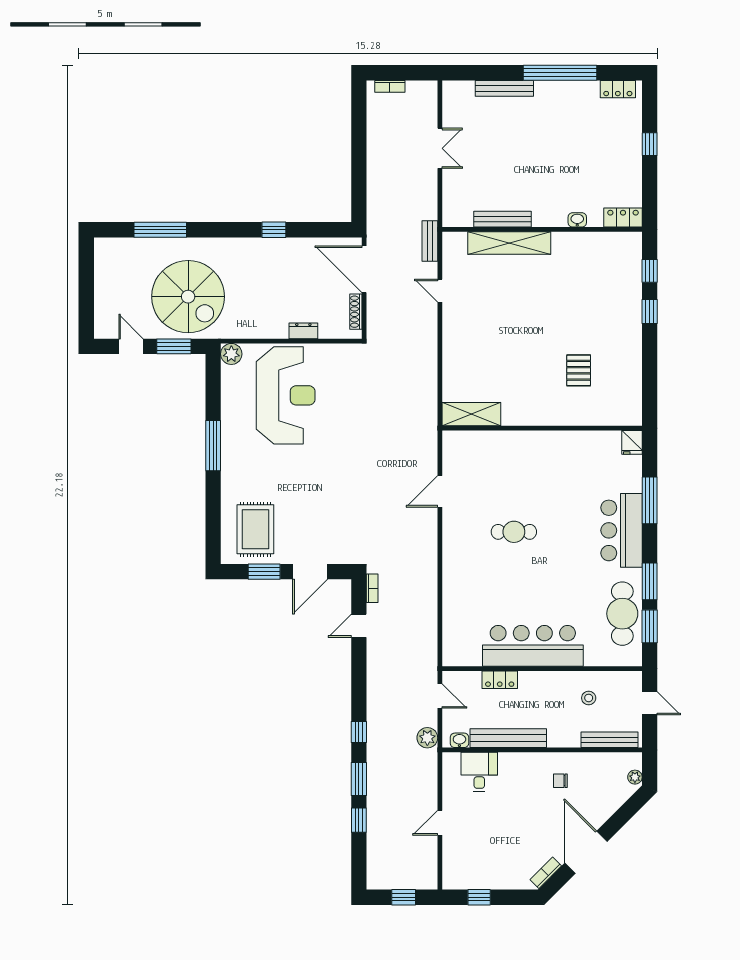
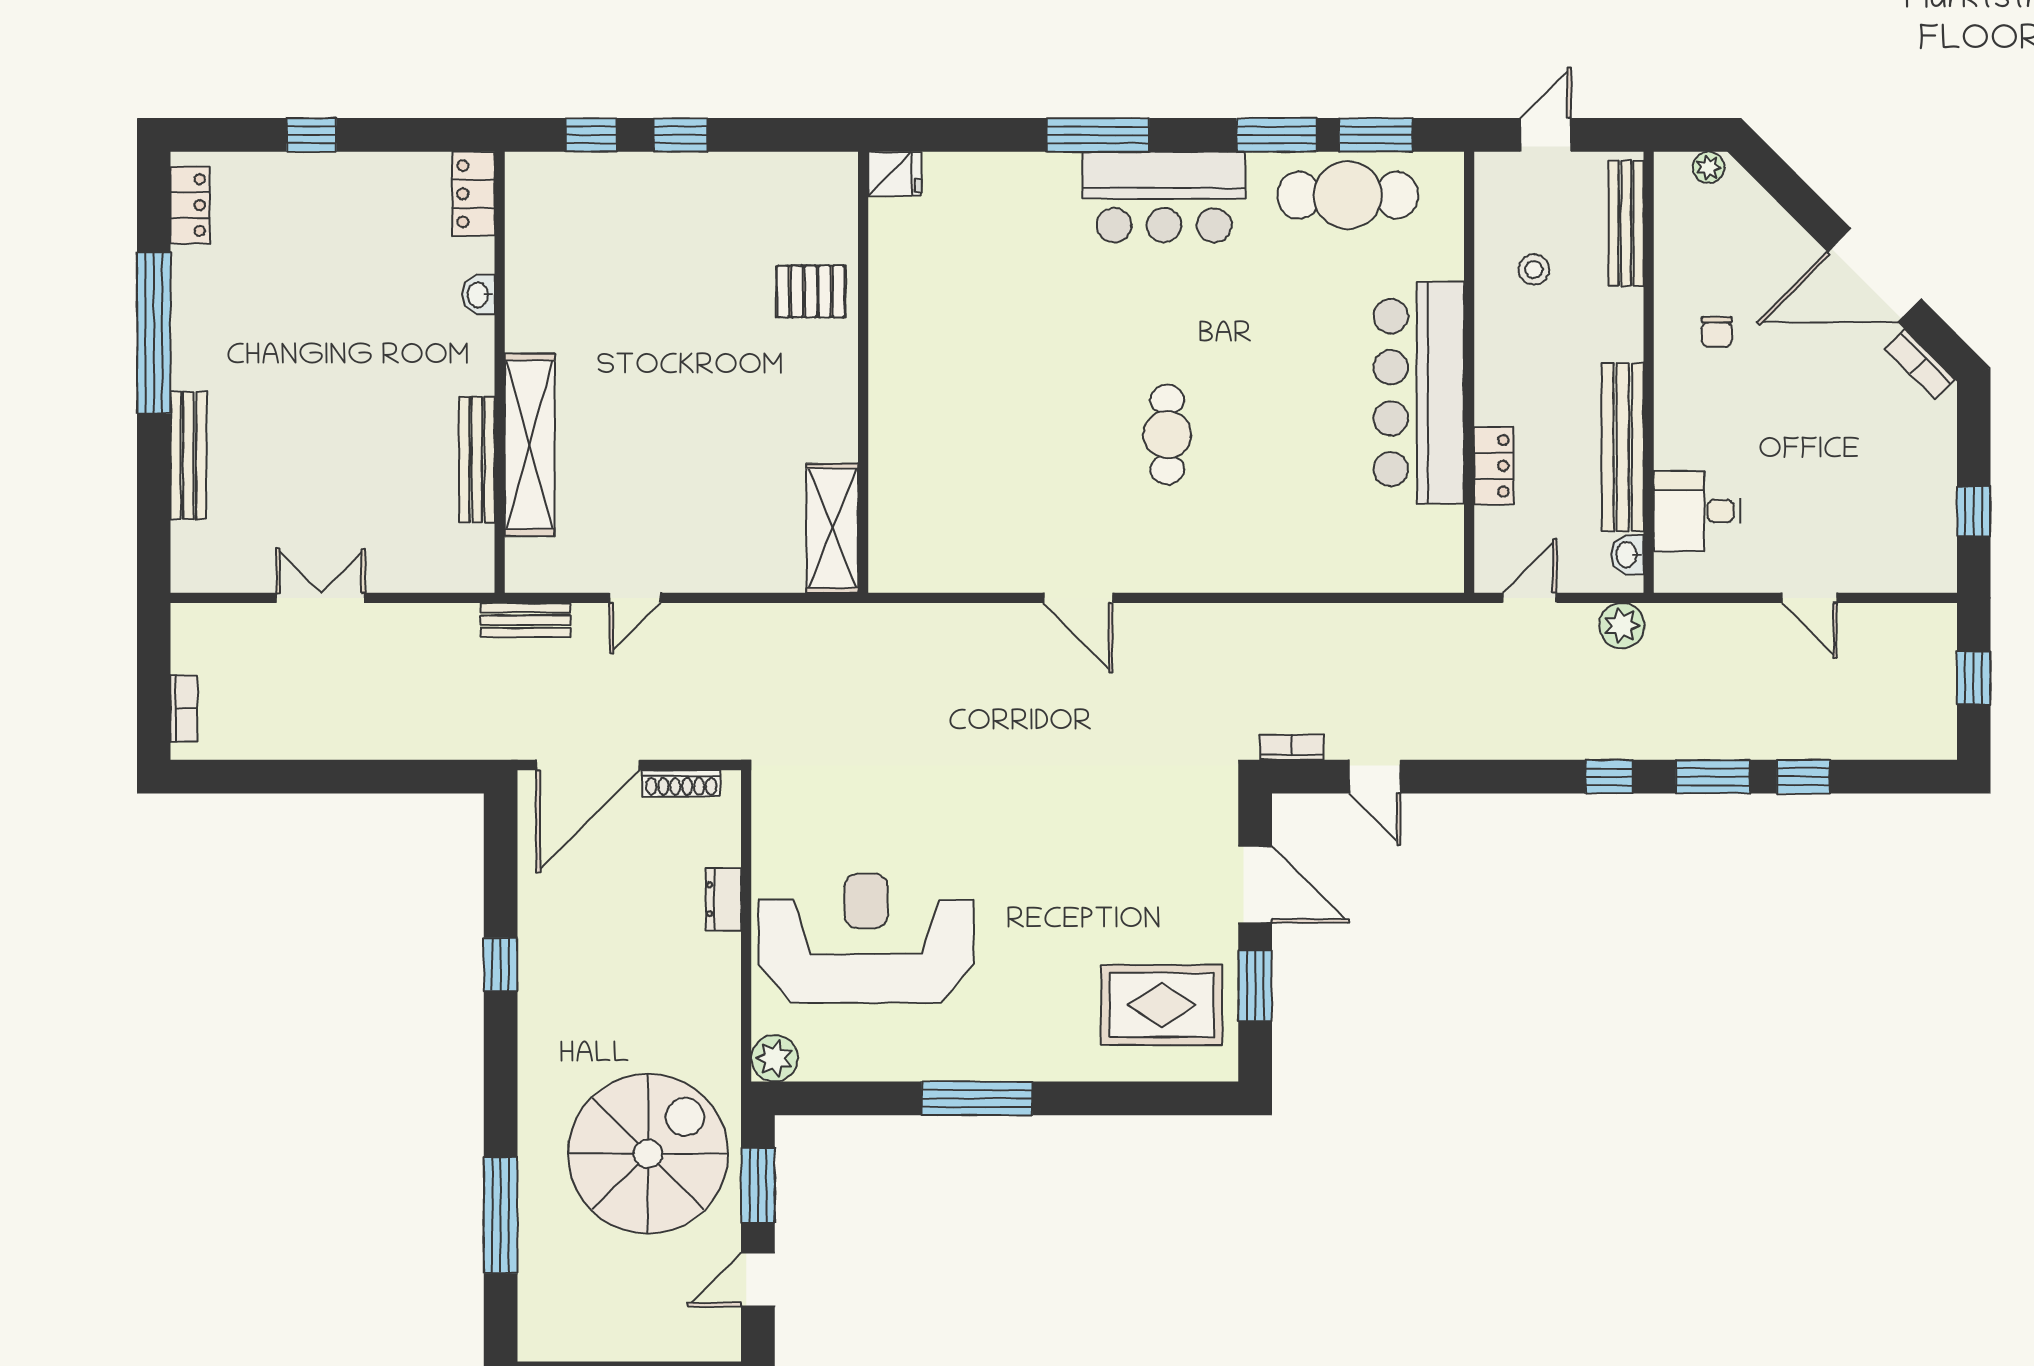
shelving: (471, 414) -> (832, 528), moved
wall: (542, 428) -> (863, 372), moved
fridge: (632, 442) -> (895, 174), moved

